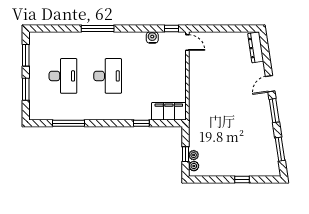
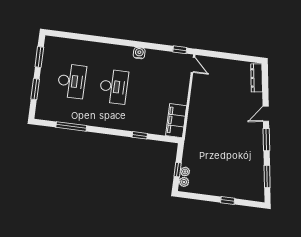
window: (98, 29) -> (110, 41), removed
water cooler: (152, 37) -> (139, 53), moved
filing cabinet: (169, 111) -> (176, 121), moved, turned -90

